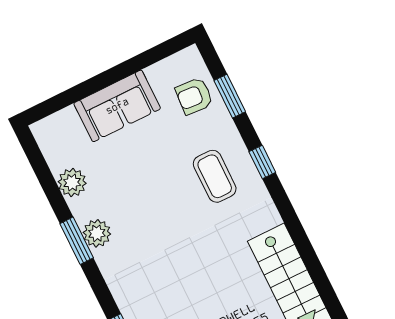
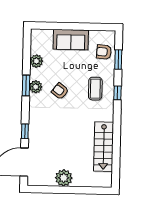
armchair: (149, 217) -> (60, 91), added

